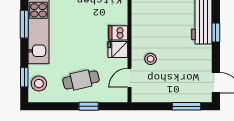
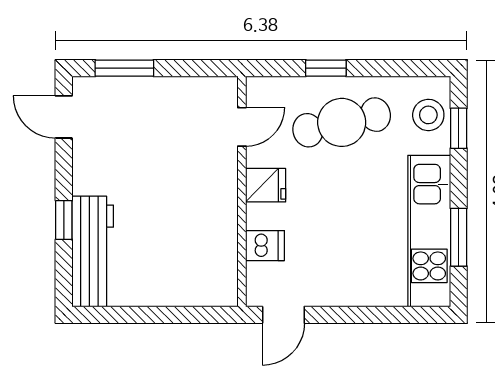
dishwasher: (118, 33) -> (265, 246), moved
stool: (151, 59) -> (198, 166), removed
cafe table: (81, 80) -> (342, 122), width x1.37, depth x1.35

